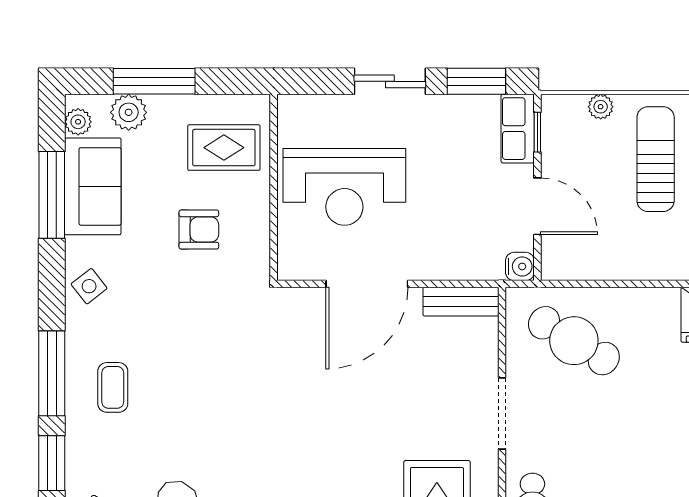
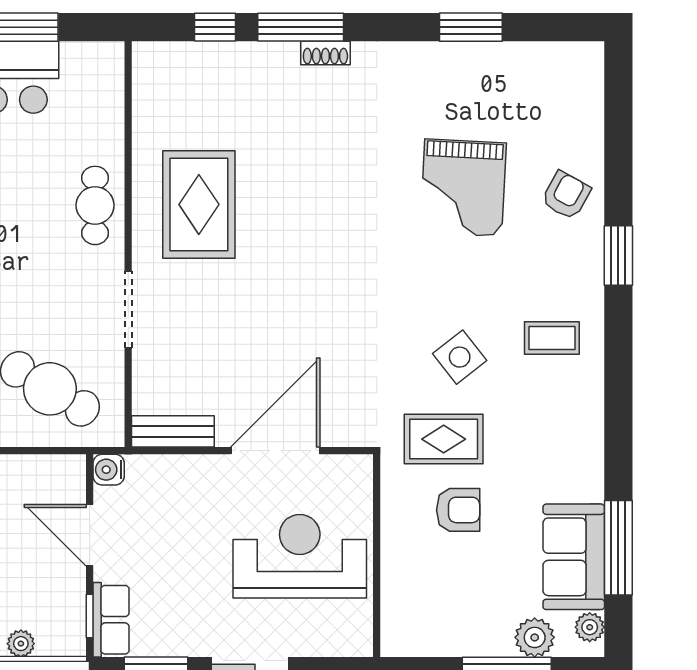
rug: (224, 148) -> (444, 439), moved
armchair: (199, 229) -> (458, 510), turned 180
side table: (89, 286) -> (460, 357), moved, width x1.37, depth x1.37
window: (52, 373) -> (618, 353), removed
coffee table: (113, 387) -> (552, 338), turned 90

